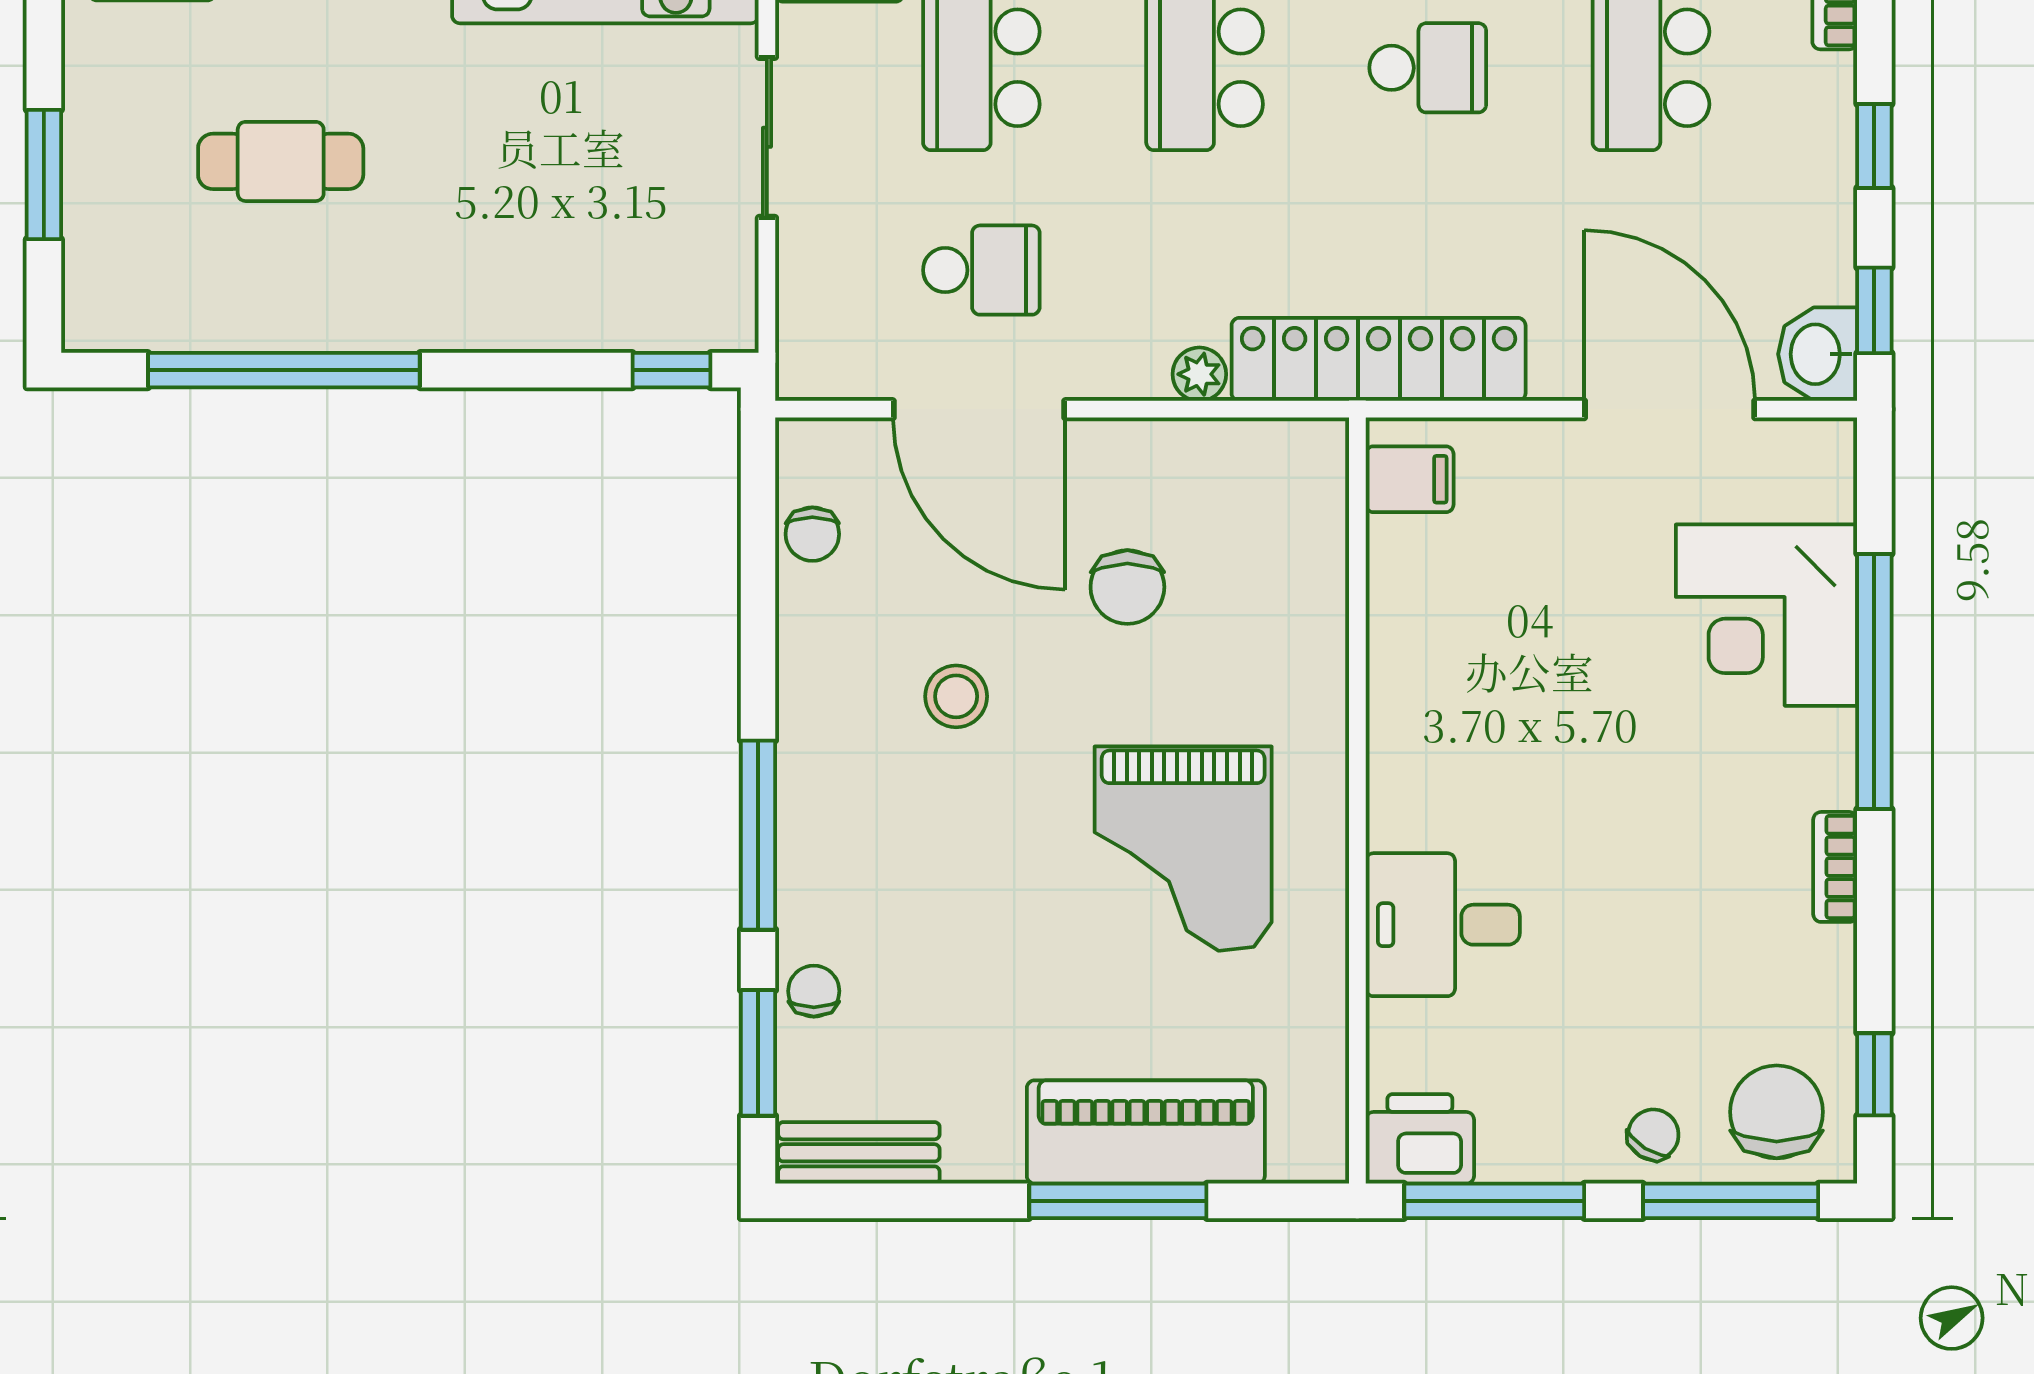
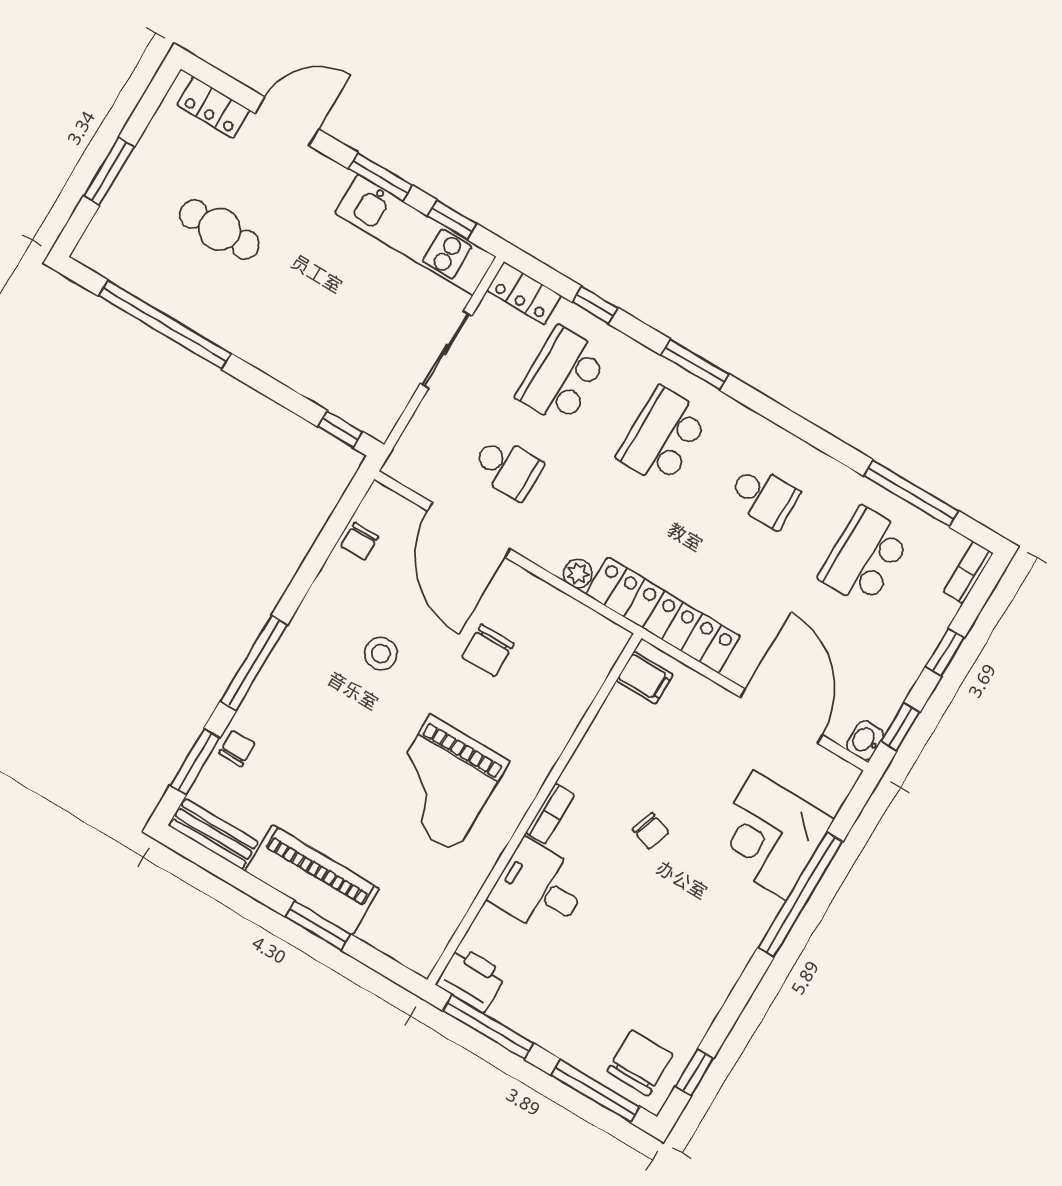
washbasin: (1818, 354) -> (865, 740), width x0.72, depth x0.69
bookcase: (1835, 867) -> (550, 814), moved, turned 180
piano: (1146, 1132) -> (312, 880), moved
chair: (1653, 1135) -> (651, 831), moved, turned 77
window: (1118, 1201) -> (318, 926), width x0.69

